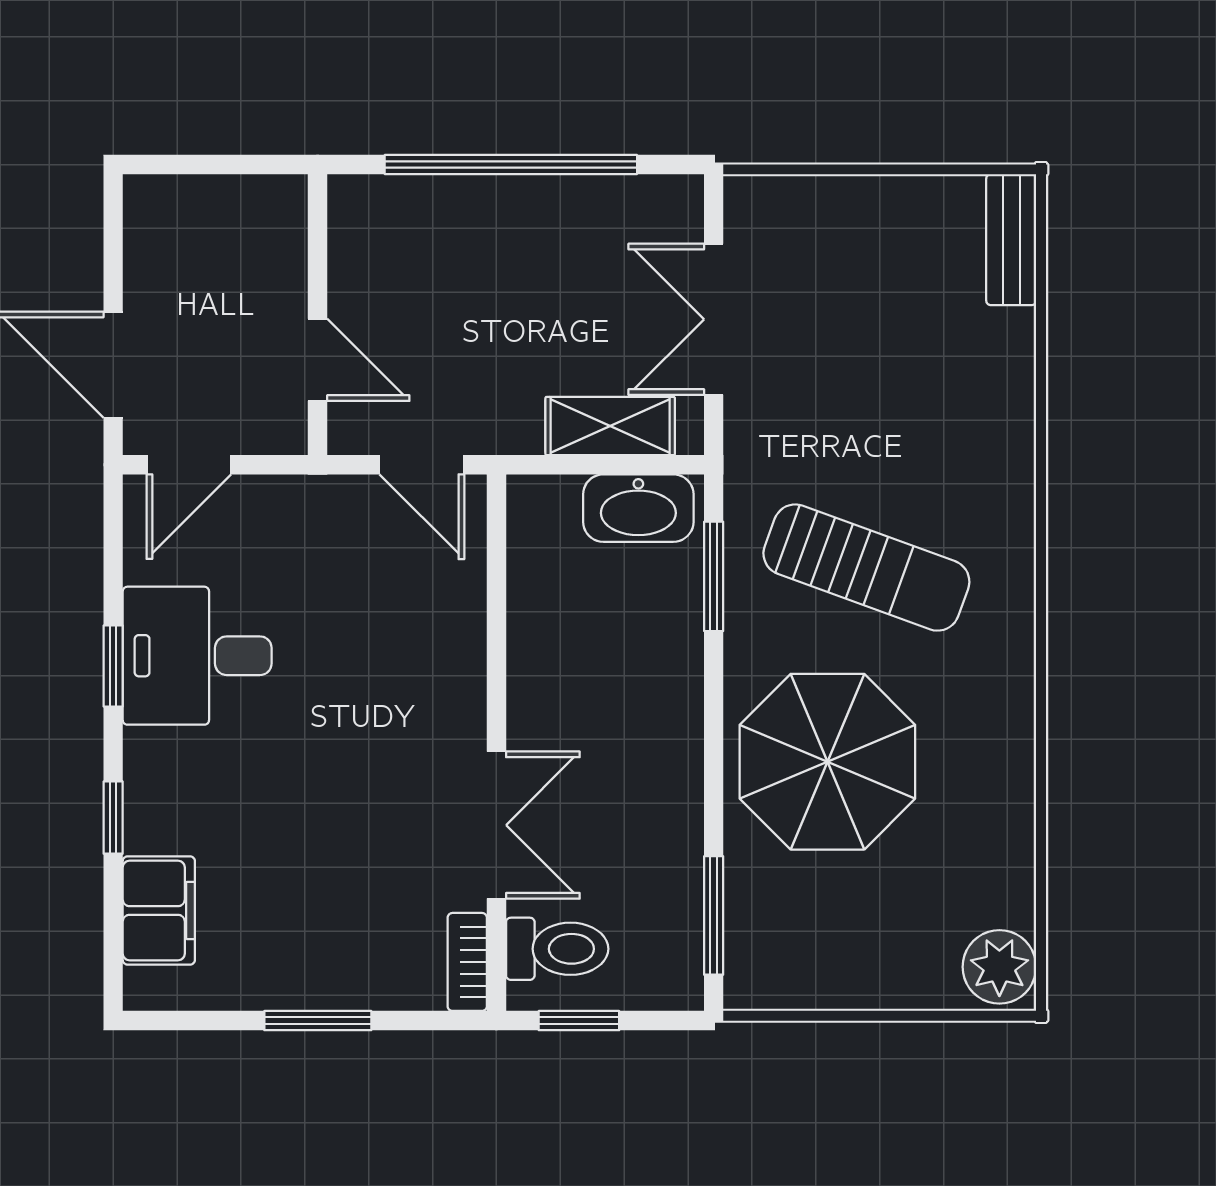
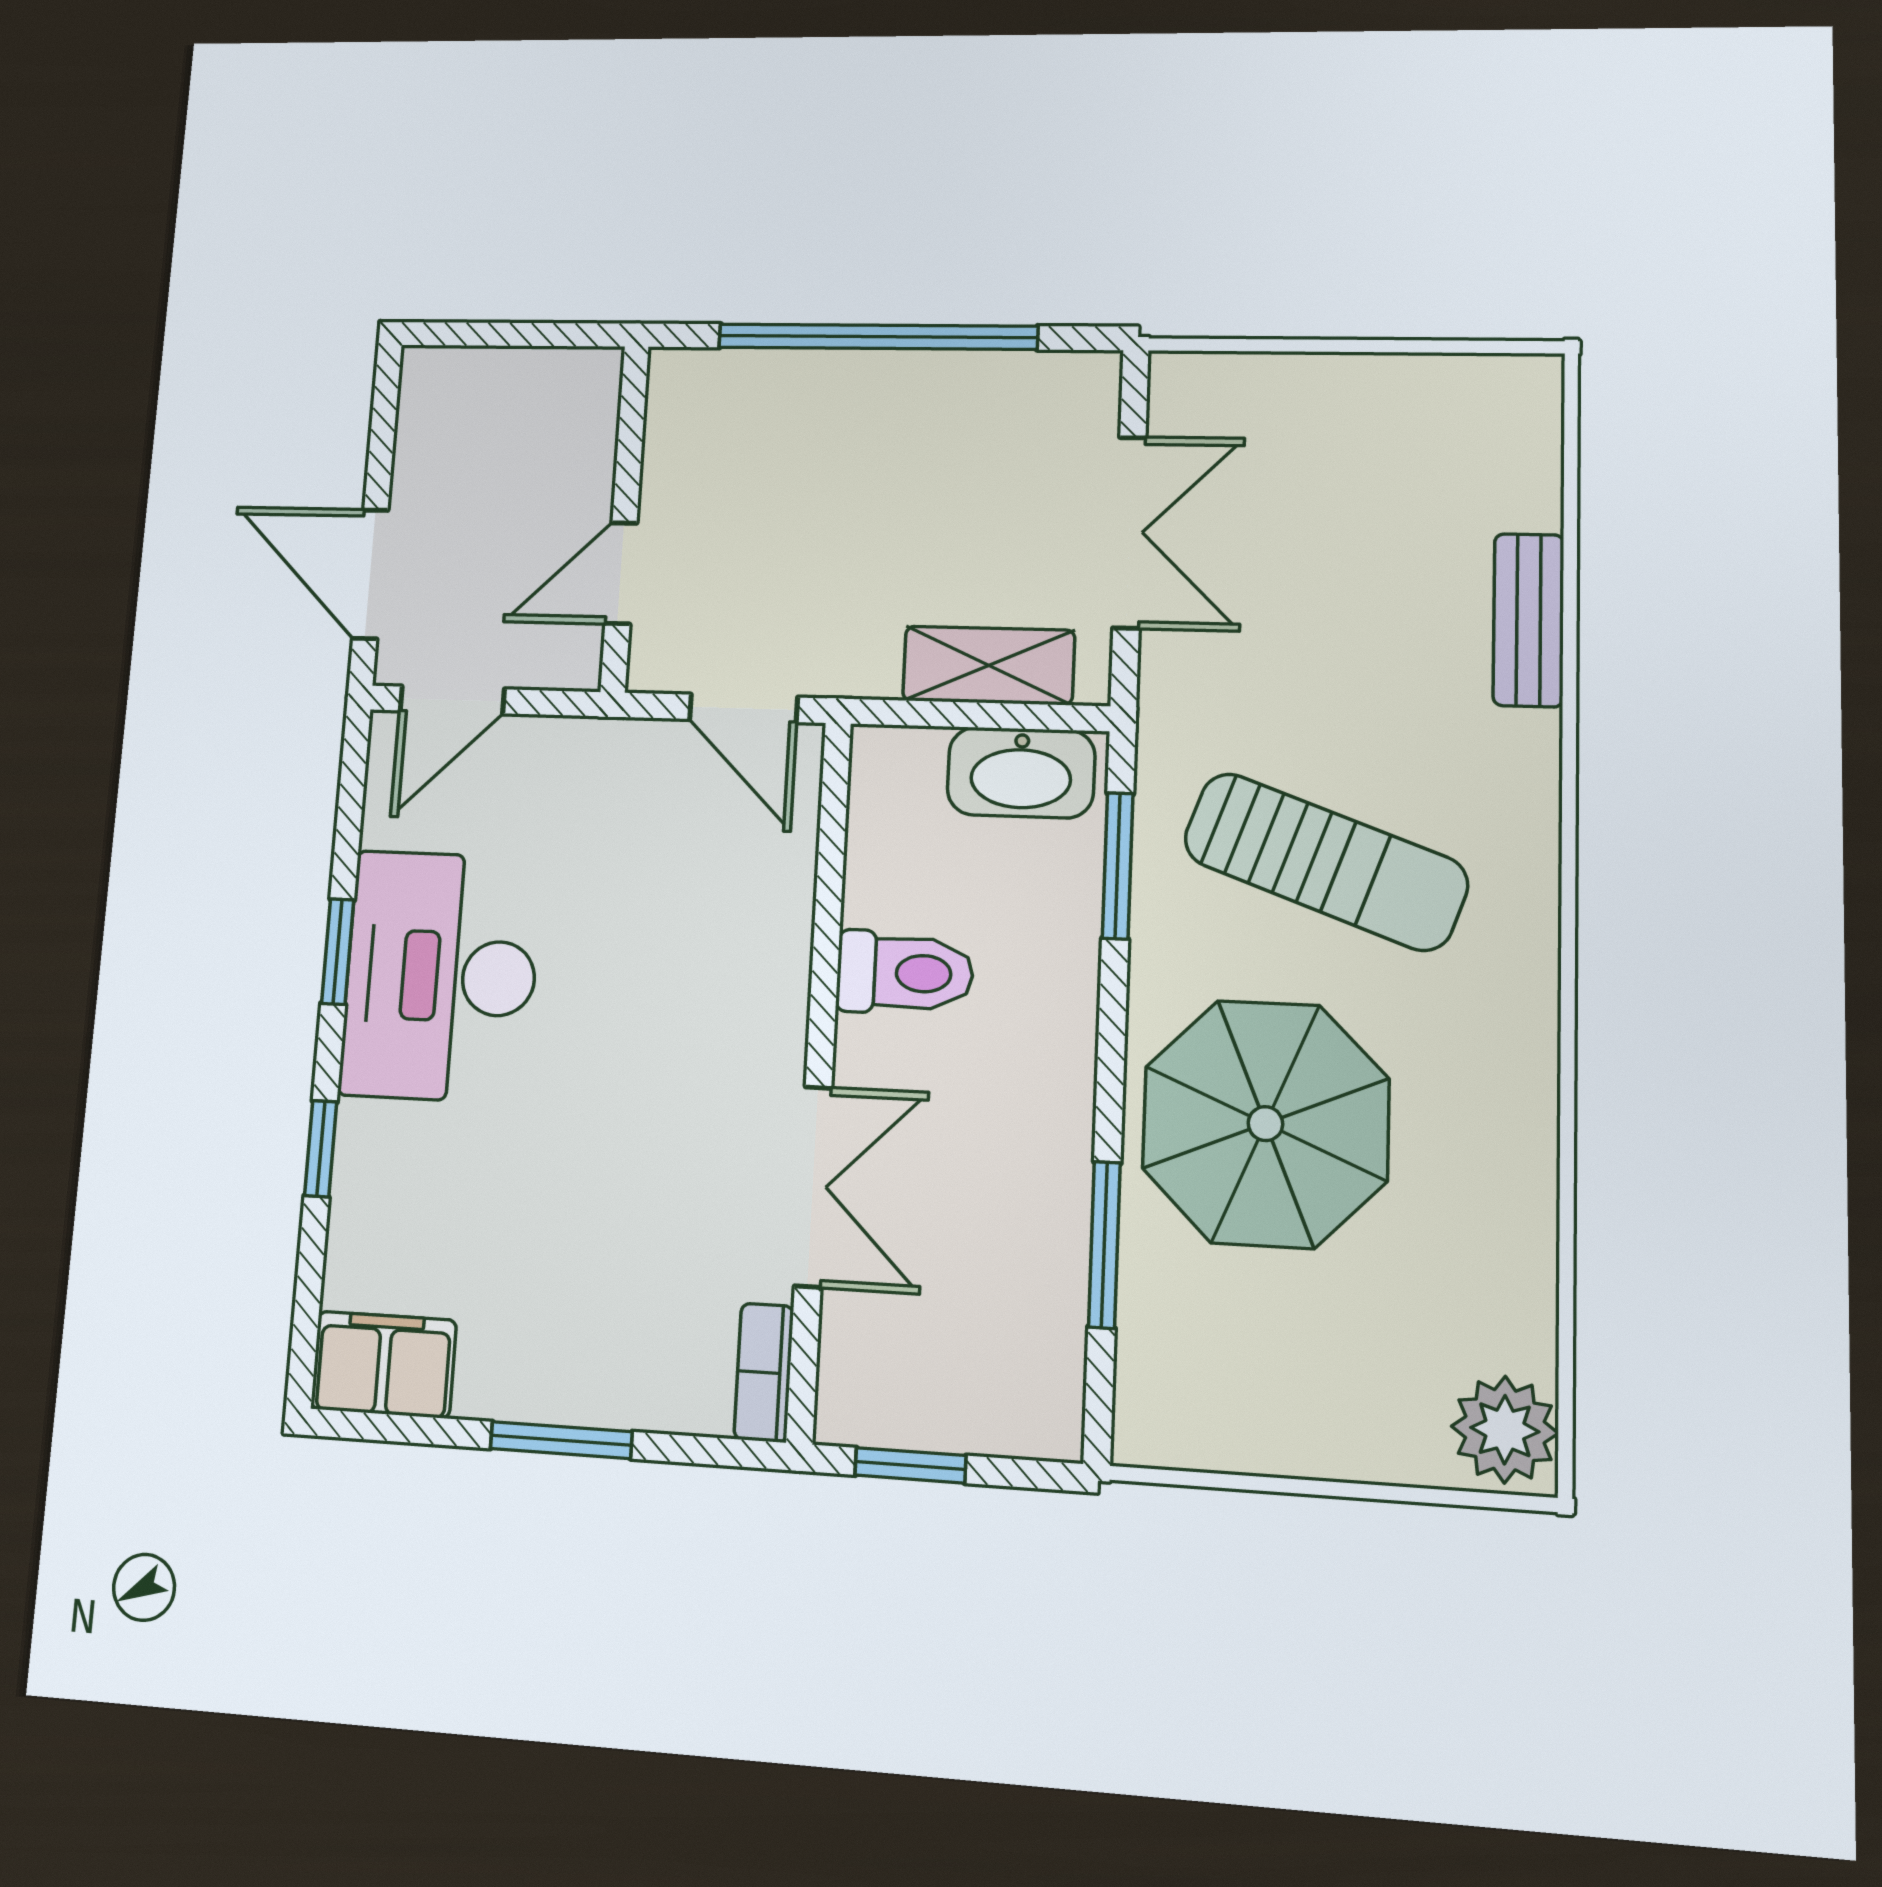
bench: (1011, 240) -> (1528, 620), moved
double door: (714, 319) -> (1129, 532), swing flipped
door: (318, 360) -> (621, 573), swing flipped
desk: (197, 656) -> (440, 976), width x1.37
filing cabinet: (159, 911) -> (384, 1365), moved, turned -90
window: (714, 915) -> (1104, 1245), moved
toilet: (557, 949) -> (905, 973), moved

